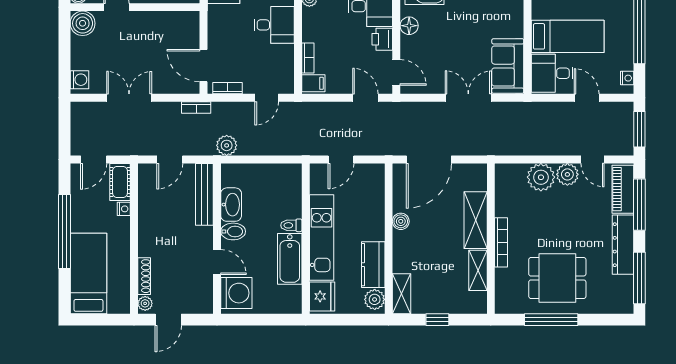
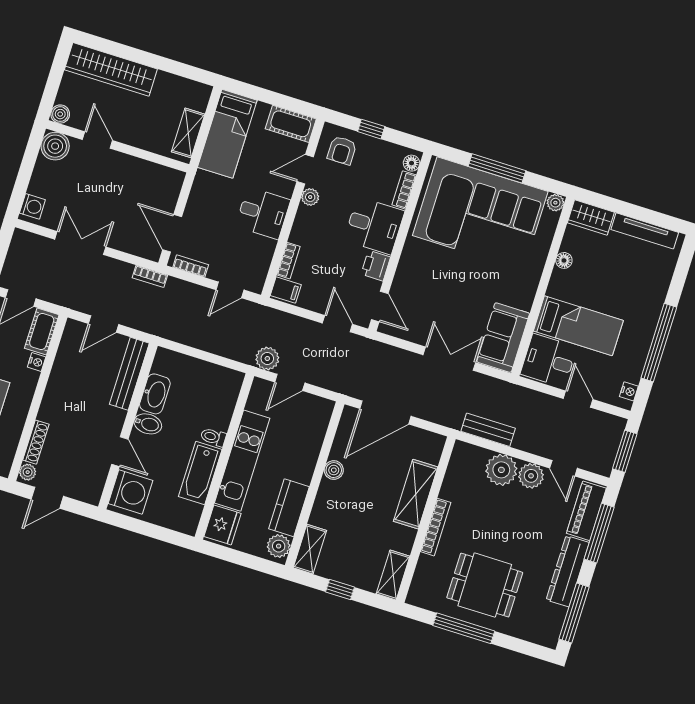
floor lamp: (409, 26) -> (410, 260), removed
plant: (227, 145) -> (267, 359), moved
bench: (519, 147) -> (488, 430), added
shelving: (478, 270) -> (393, 575), moved

